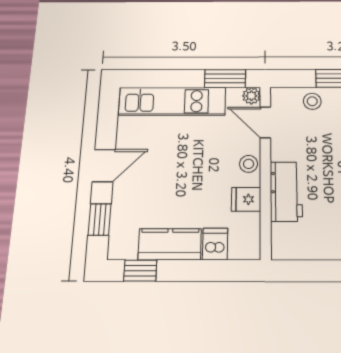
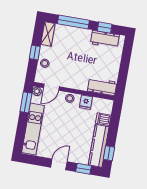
door: (104, 166) -> (59, 164), hinge flipped
workbench: (286, 191) -> (102, 87), moved
kitchen counter: (170, 244) -> (99, 146), width x1.50

